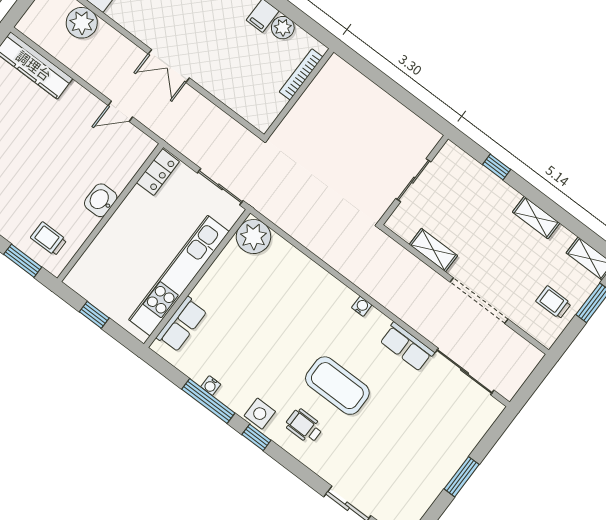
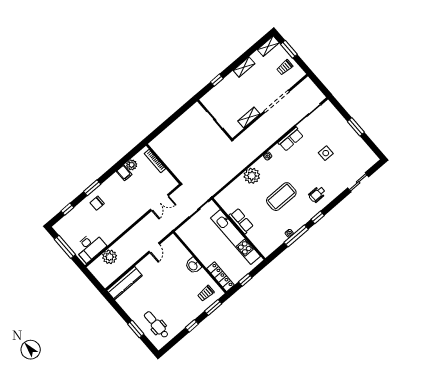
double door: (169, 66) -> (159, 203), moved
locker: (158, 172) -> (220, 277), moved, width x1.53
plant: (253, 237) -> (252, 176), moved
row of seats: (182, 324) -> (241, 221), moved
coffee table: (337, 386) -> (281, 197), moved
side table: (260, 414) -> (326, 153), moved

